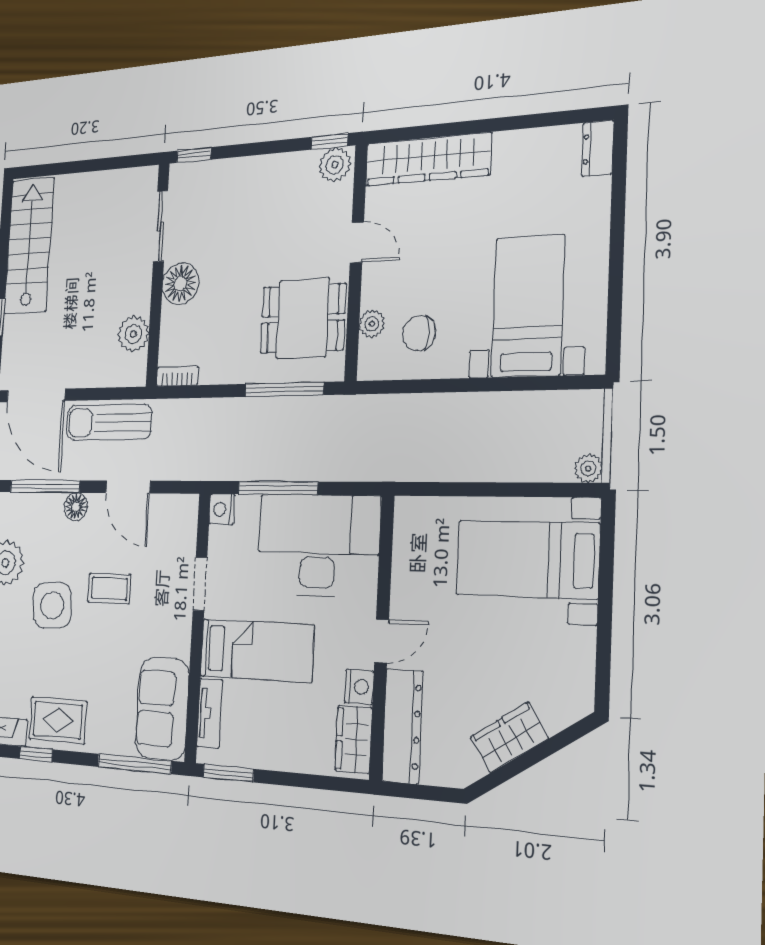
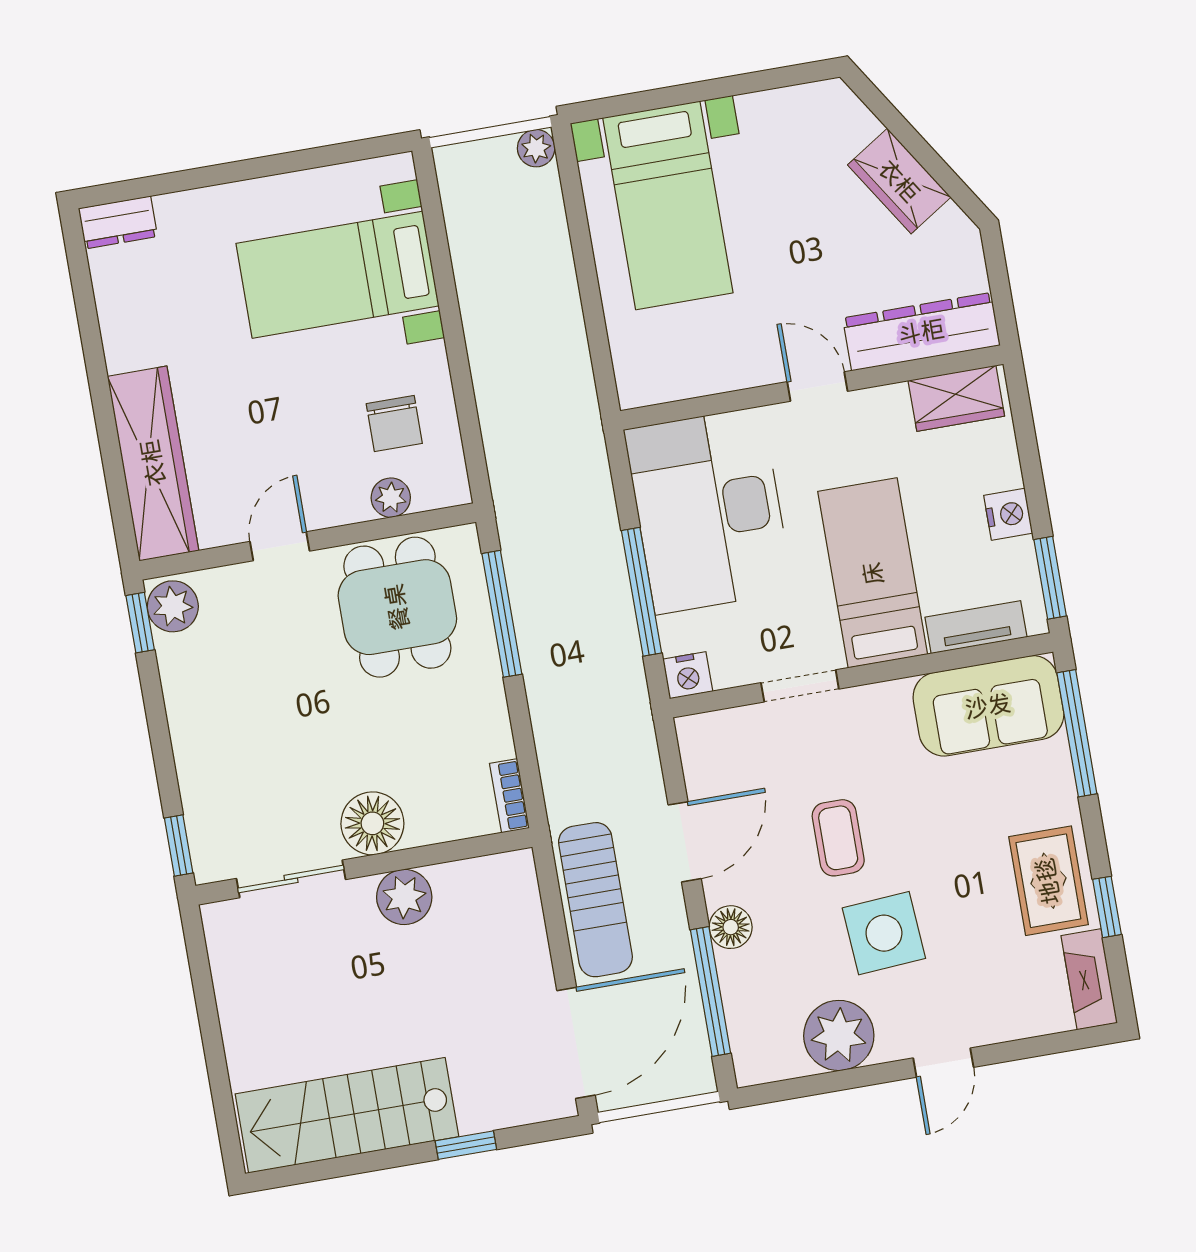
plant: (133, 334) -> (404, 897), moved
nightstand: (359, 687) -> (1008, 514), moved, turned 90

